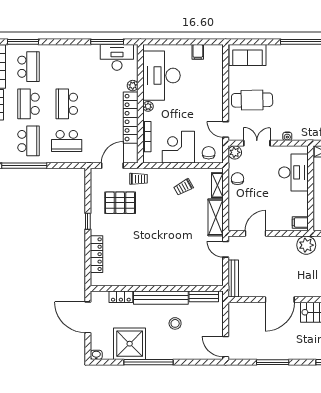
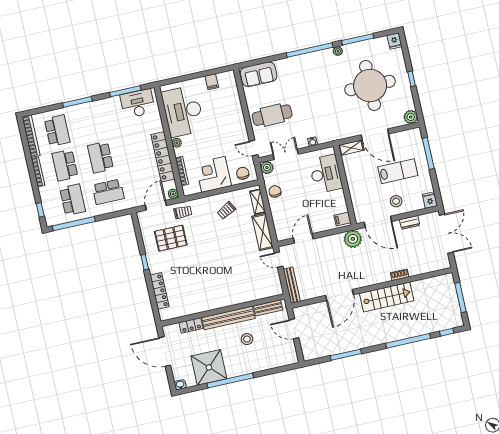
window: (23, 42) -> (77, 102), moved
plant: (133, 86) -> (173, 194), moved
door: (226, 347) -> (294, 329), moved

